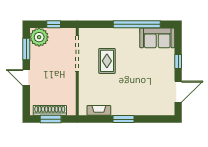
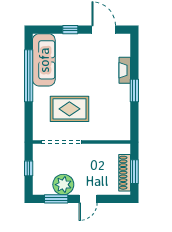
plant: (39, 37) -> (63, 185), moved
sofa: (157, 38) -> (44, 60), width x1.36
rug: (107, 61) -> (69, 109), width x1.36, depth x1.43
fireplace: (99, 110) -> (125, 70), moved

